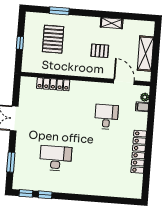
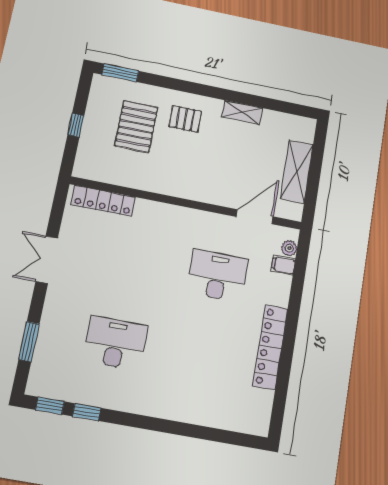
window: (59, 11) -> (120, 73), moved
pallet: (100, 51) -> (185, 119), moved
door: (124, 82) -> (255, 217), hinge flipped
locker: (53, 84) -> (103, 201), moved
desk: (106, 117) -> (217, 276), width x1.37

